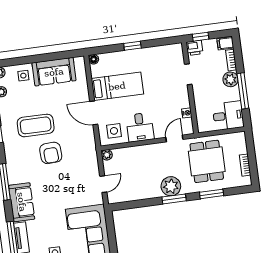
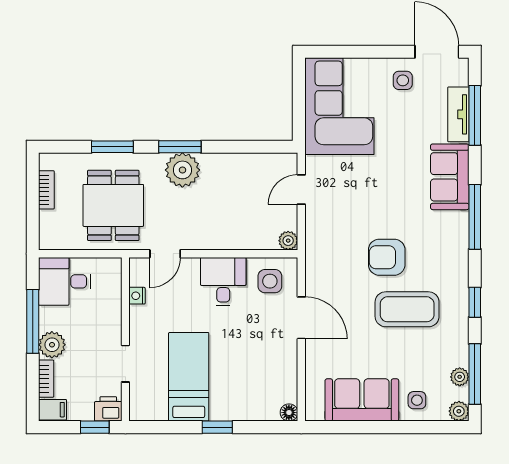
bed: (117, 86) -> (189, 377), moved, turned 90
armchair: (51, 153) -> (387, 257), turned -87

